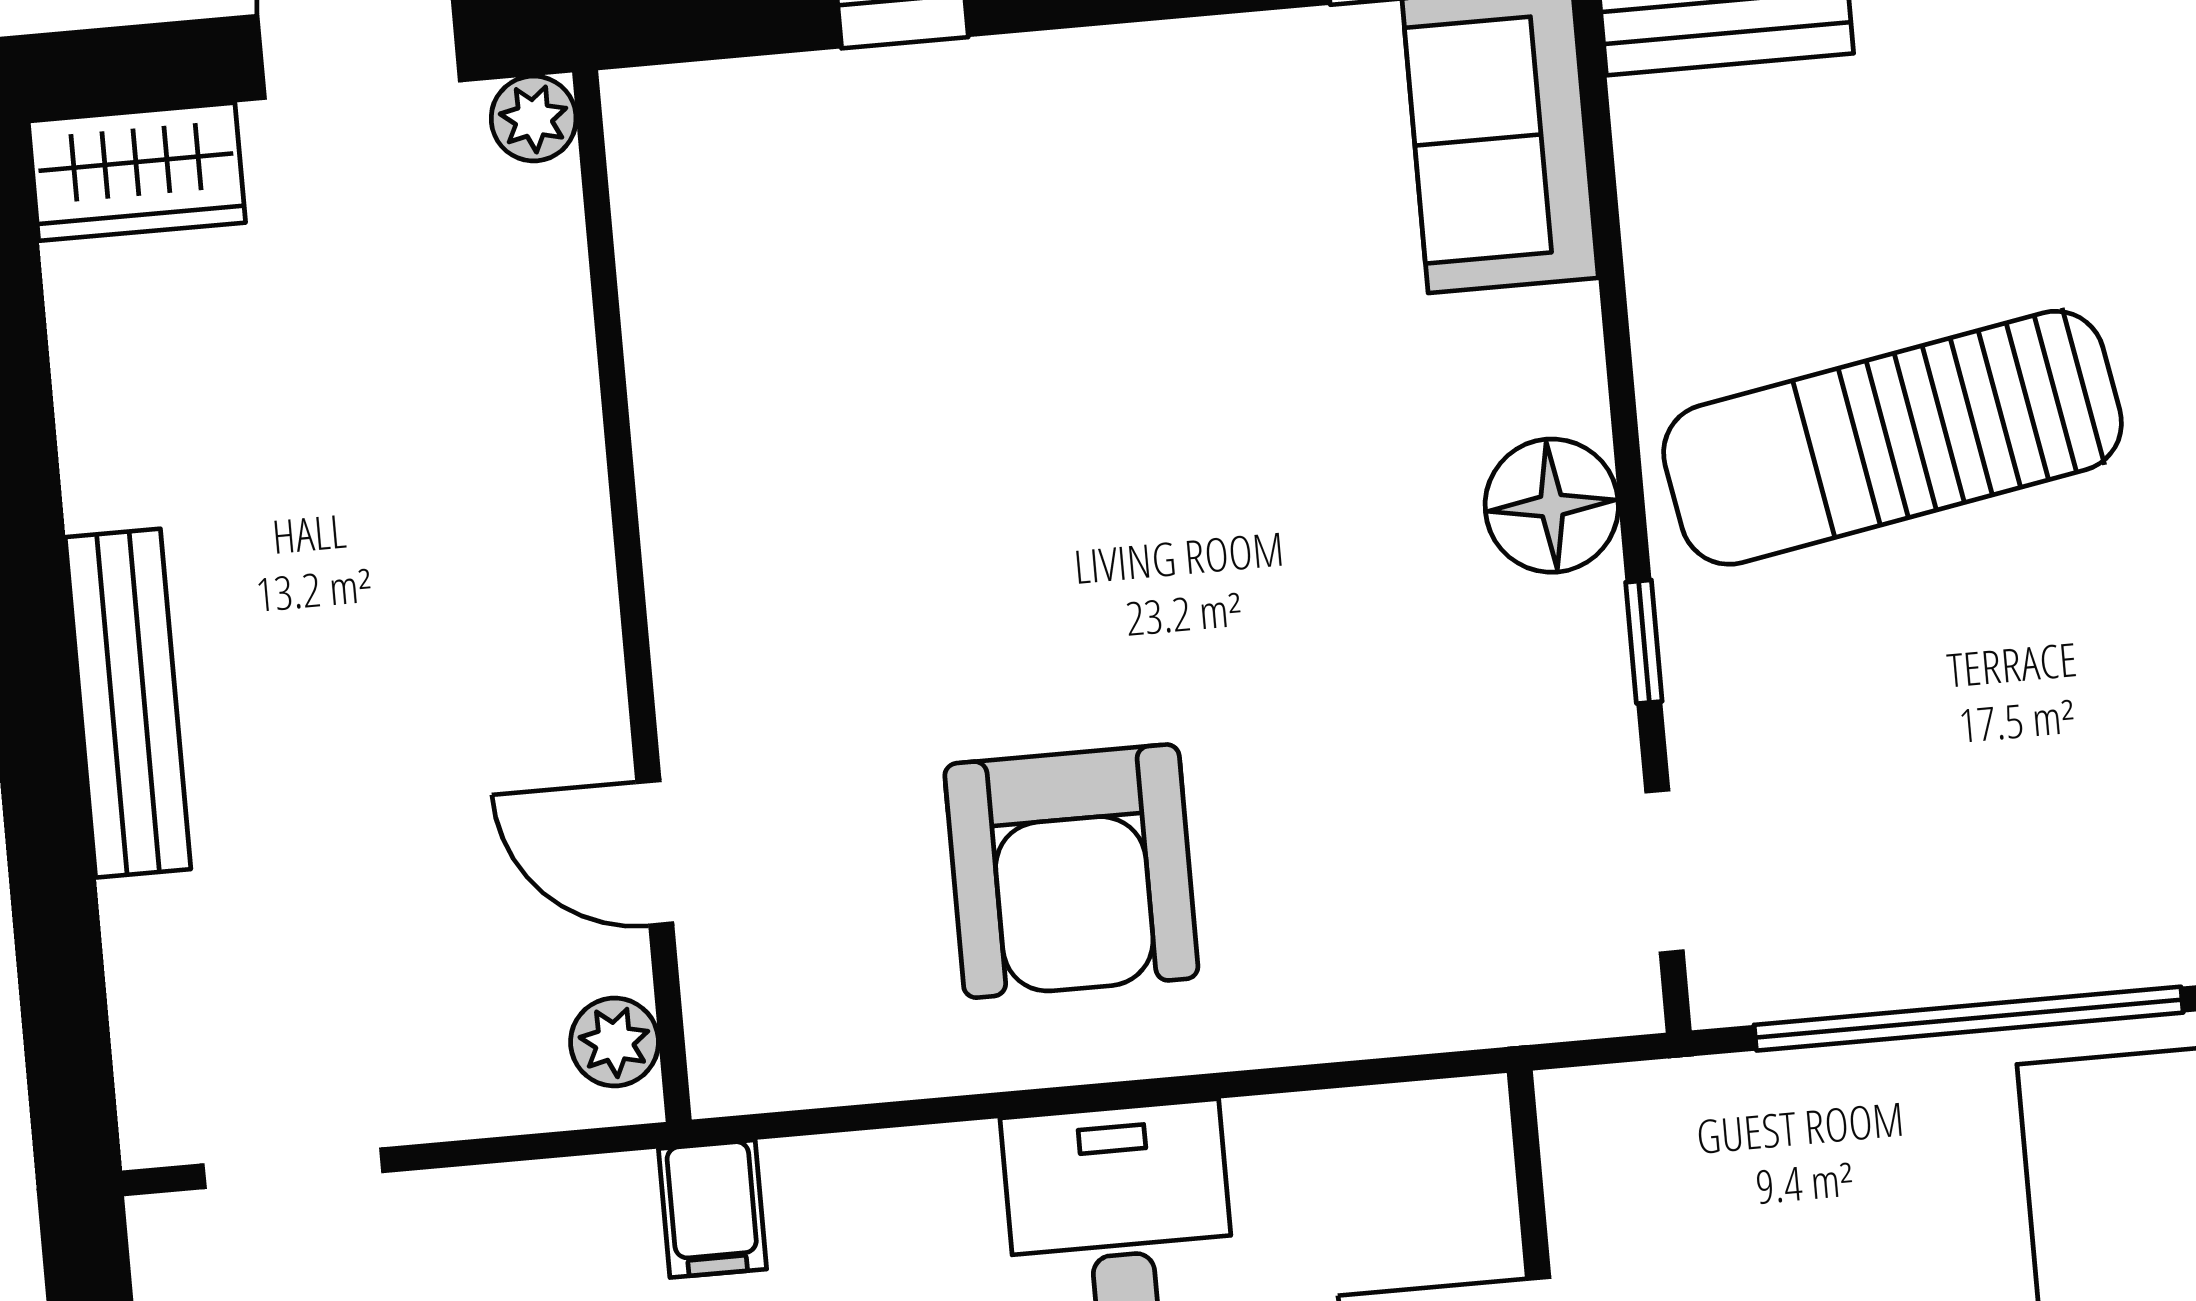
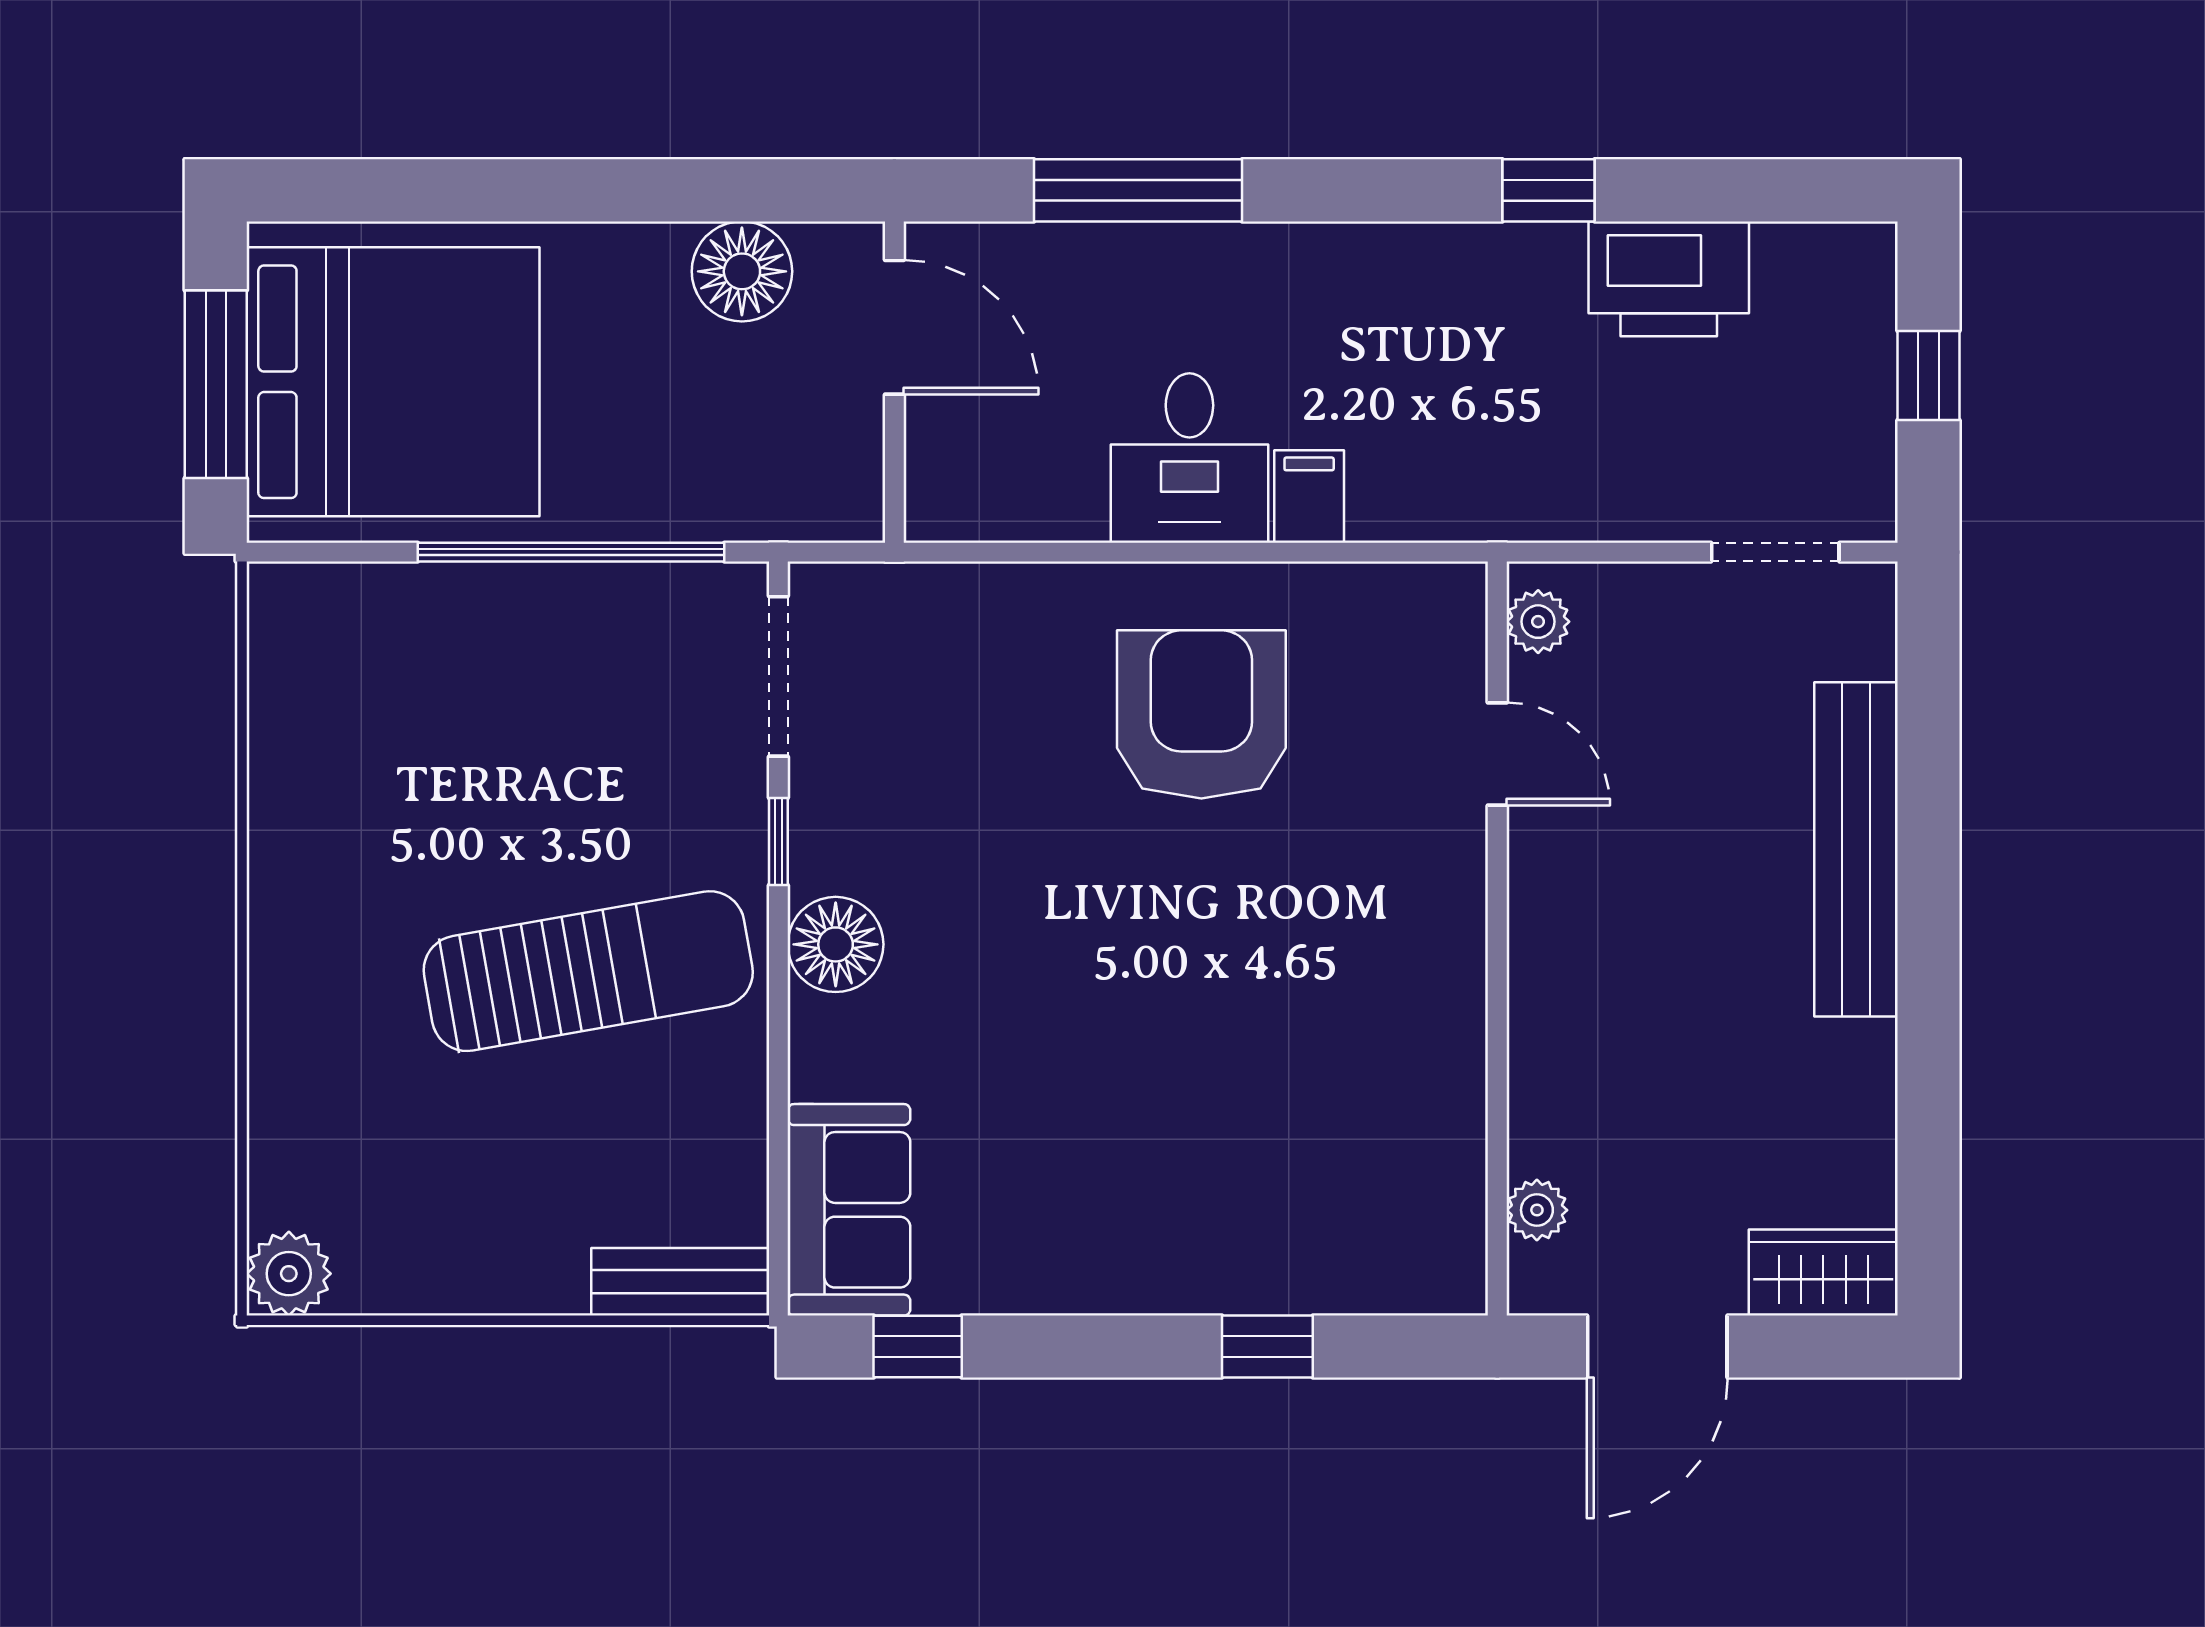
plant: (534, 119) -> (1537, 1210), moved
bench: (128, 703) -> (1856, 849), width x1.37, depth x1.21
doorway: (1664, 871) -> (778, 676), width x1.38
filing cabinet: (713, 1209) -> (1309, 496), moved

